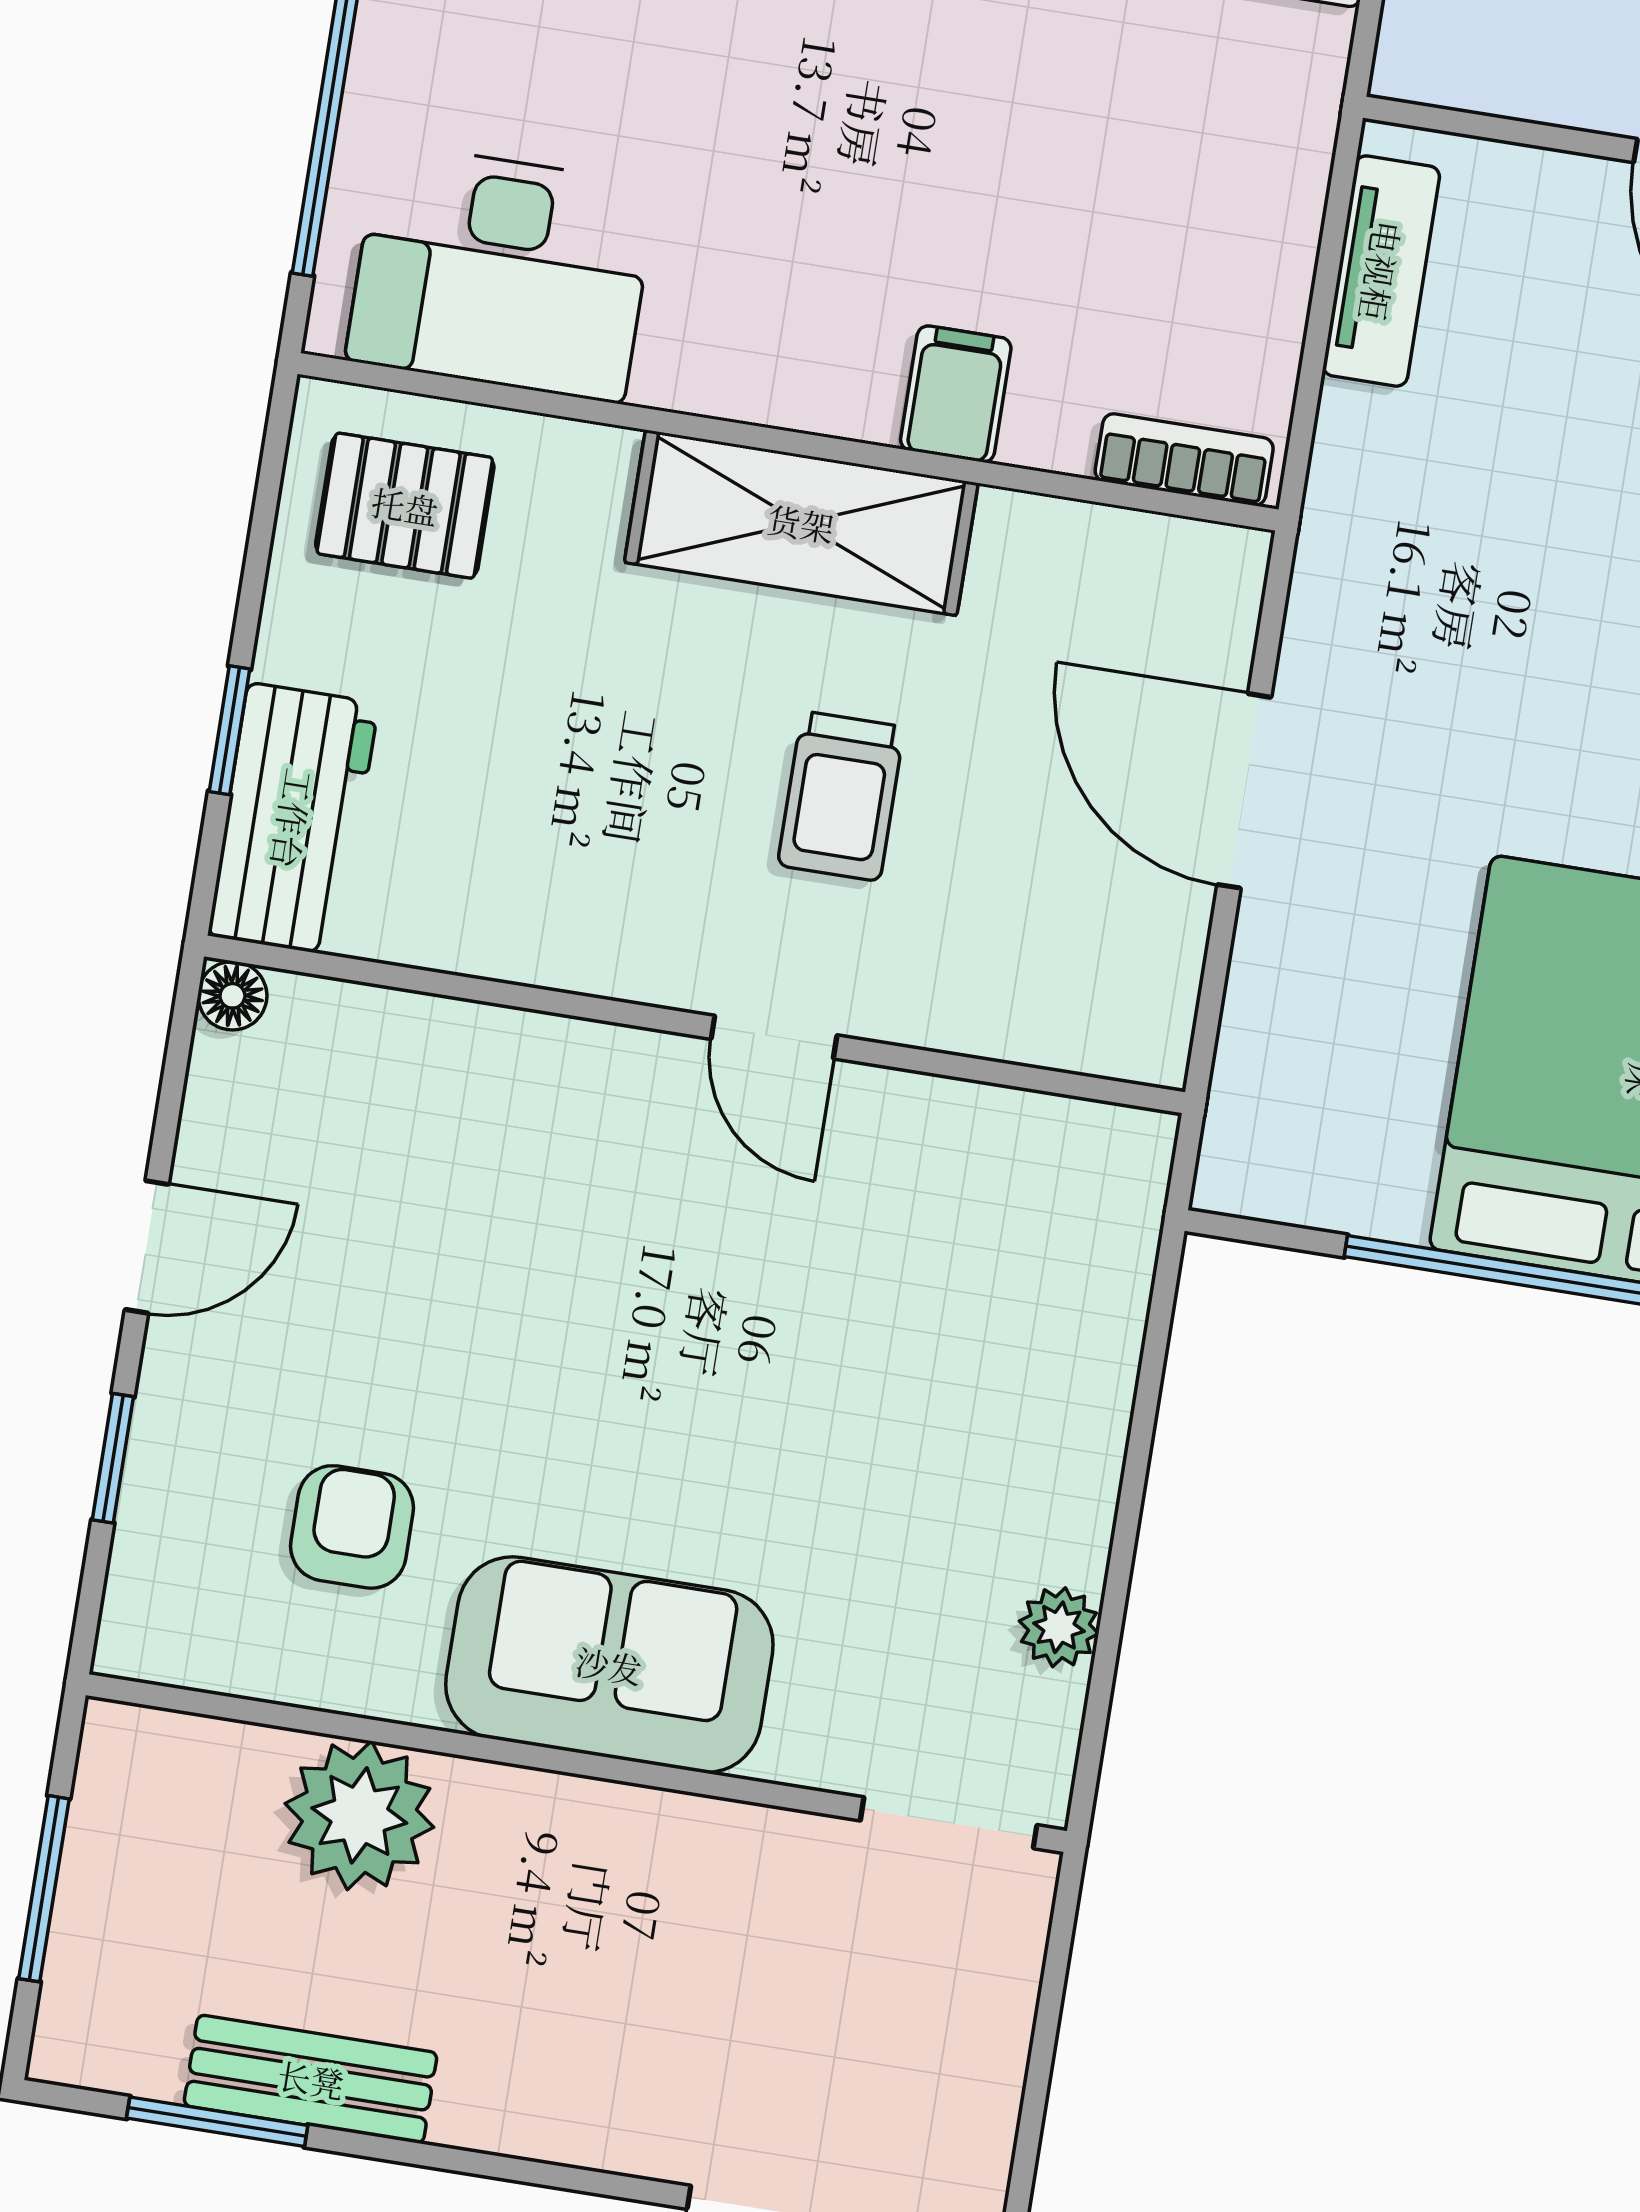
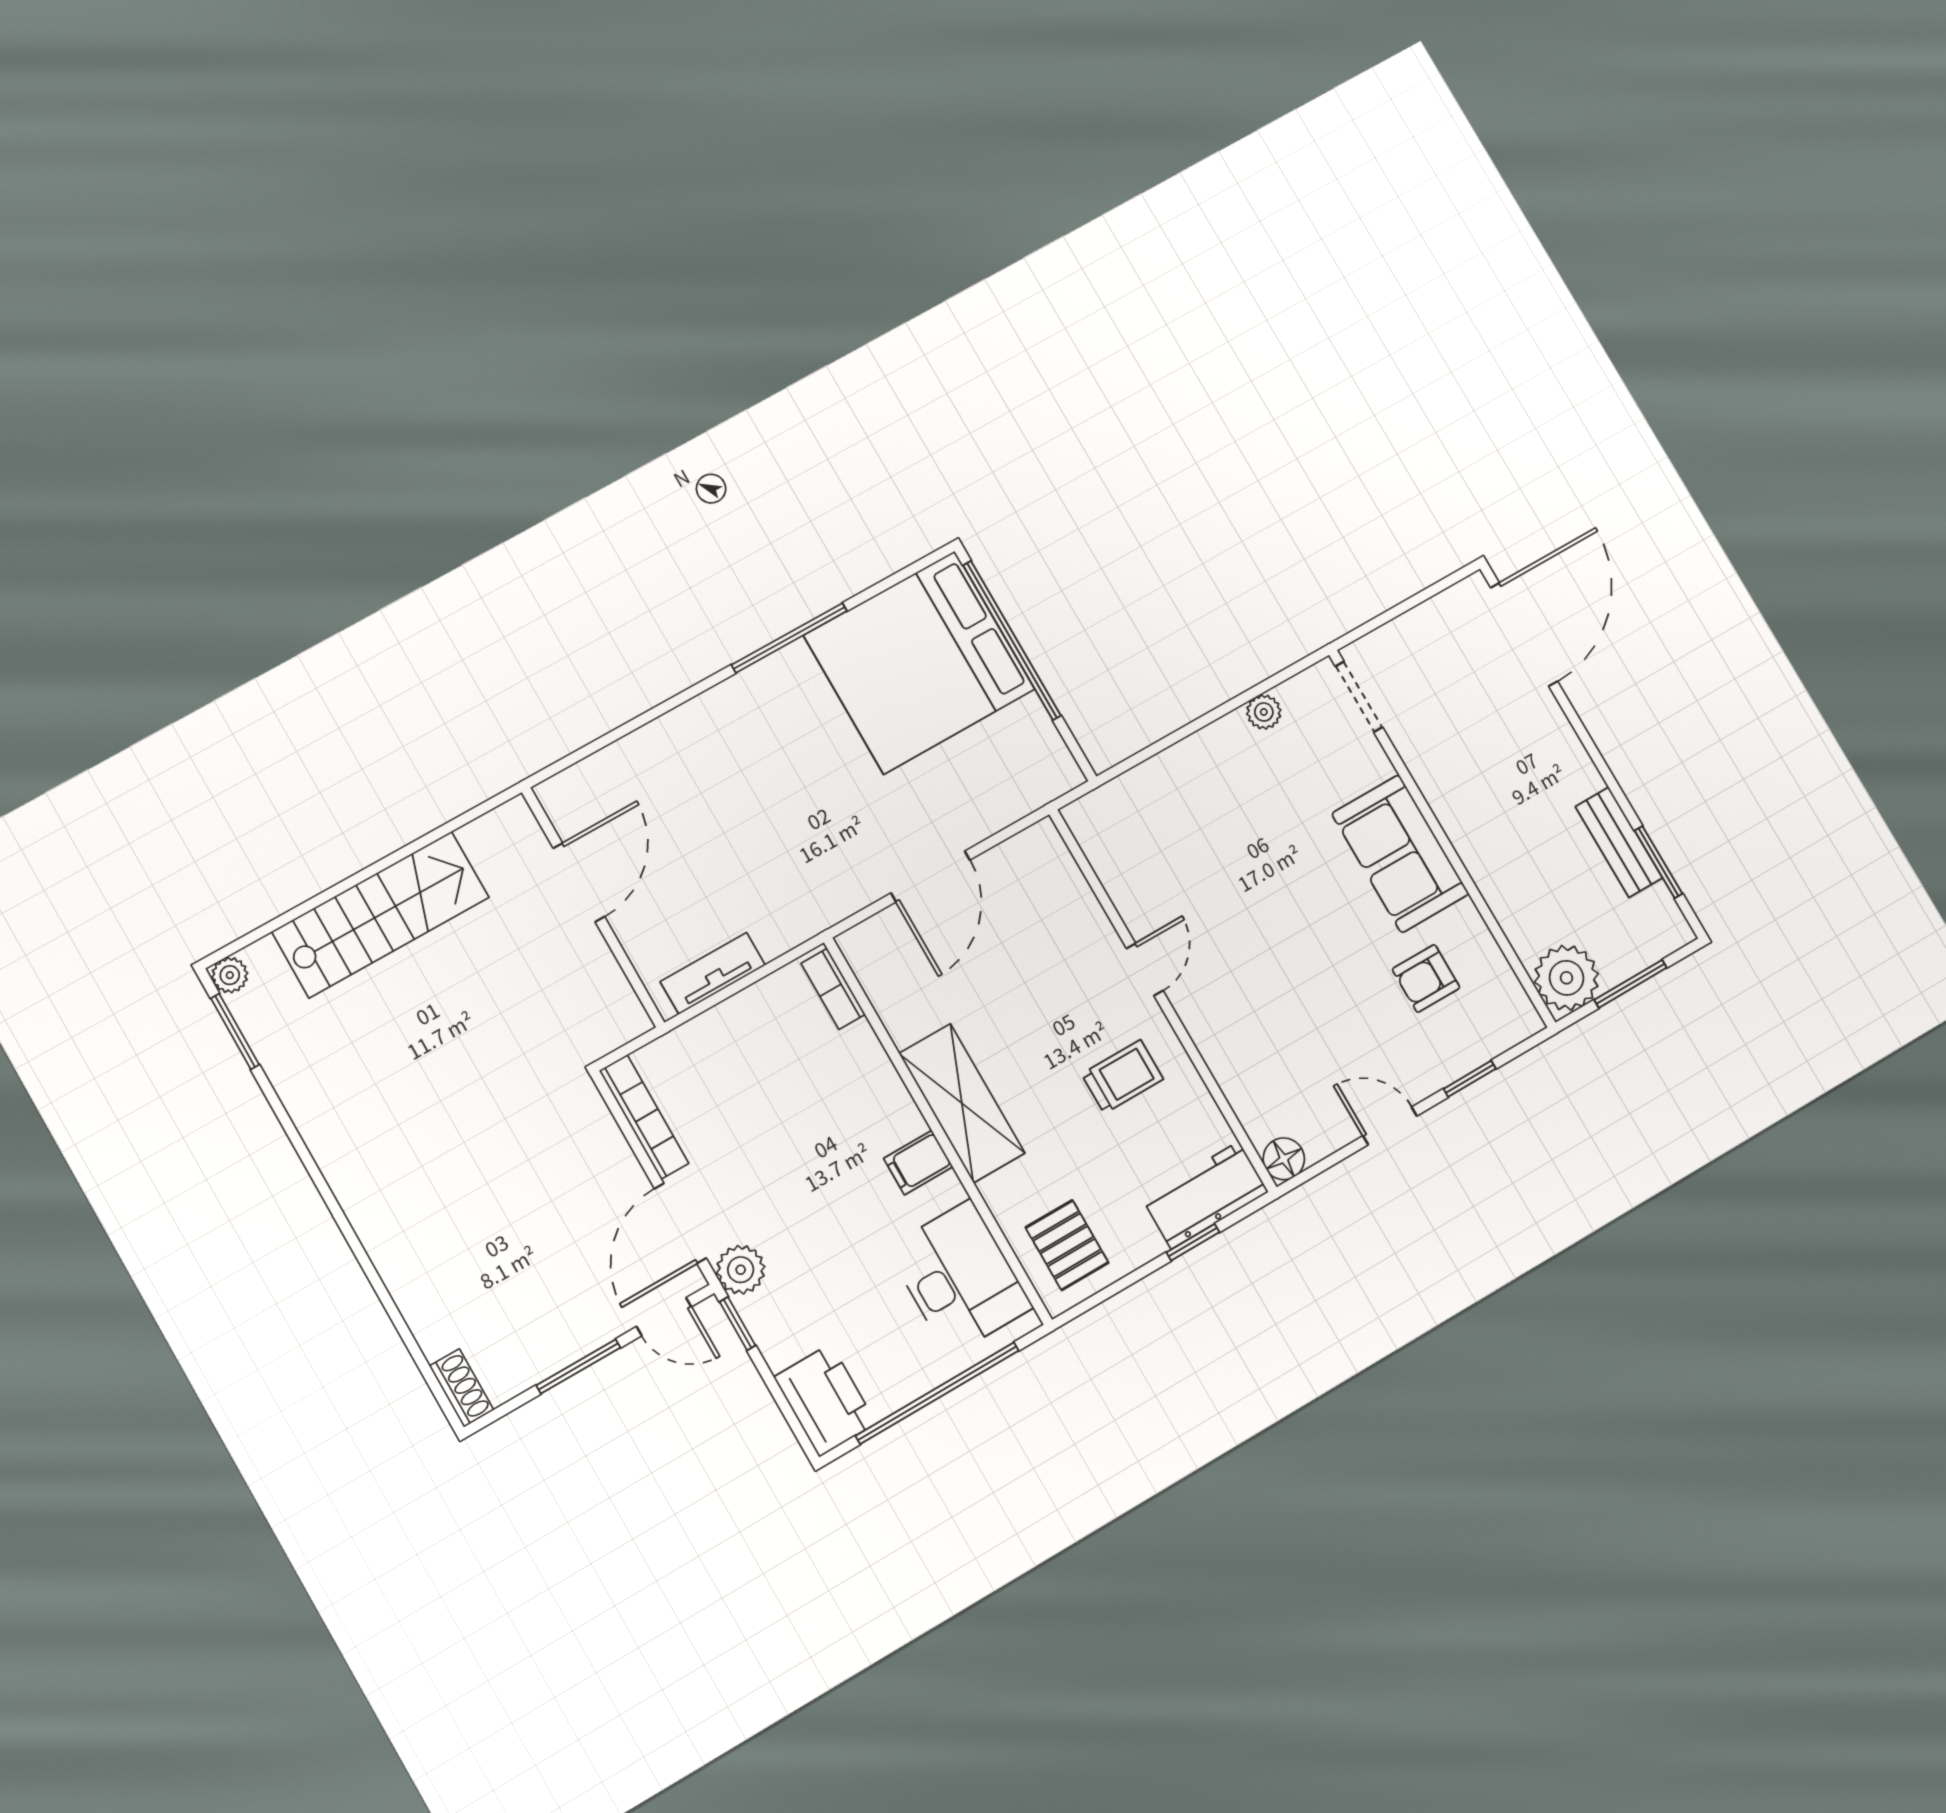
filing cabinet: (956, 394) -> (918, 1163), moved
trolley: (841, 796) -> (1122, 1077), moved
floor lamp: (232, 996) -> (1284, 1159), width x1.37, depth x1.37
plant: (359, 1815) -> (1566, 978), moved

